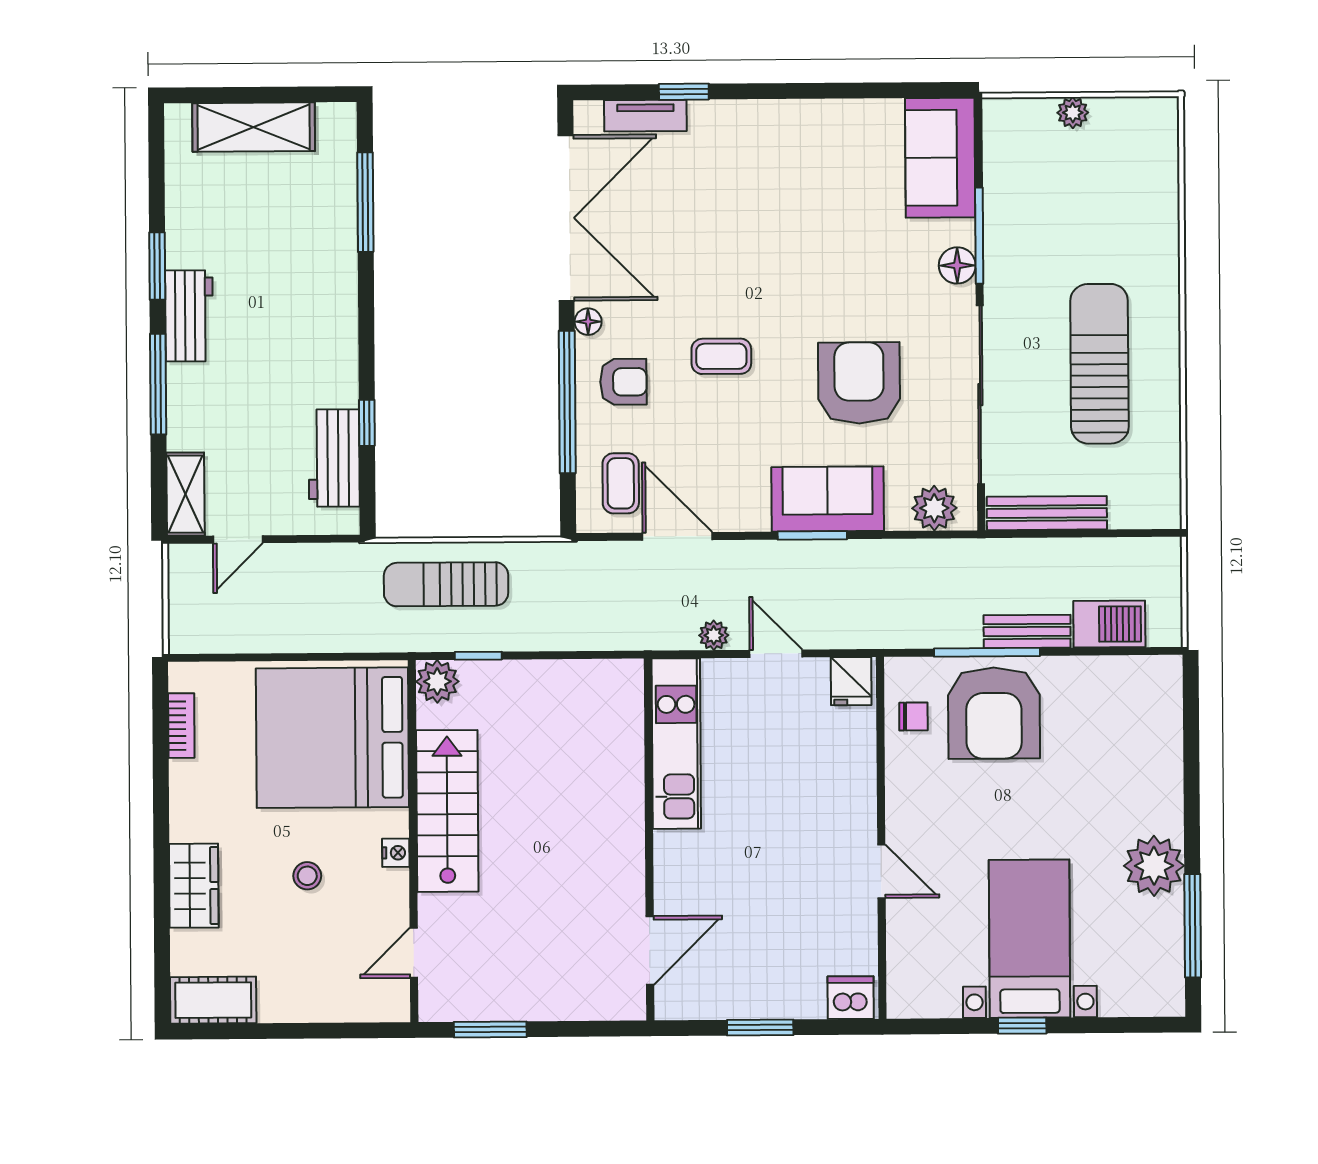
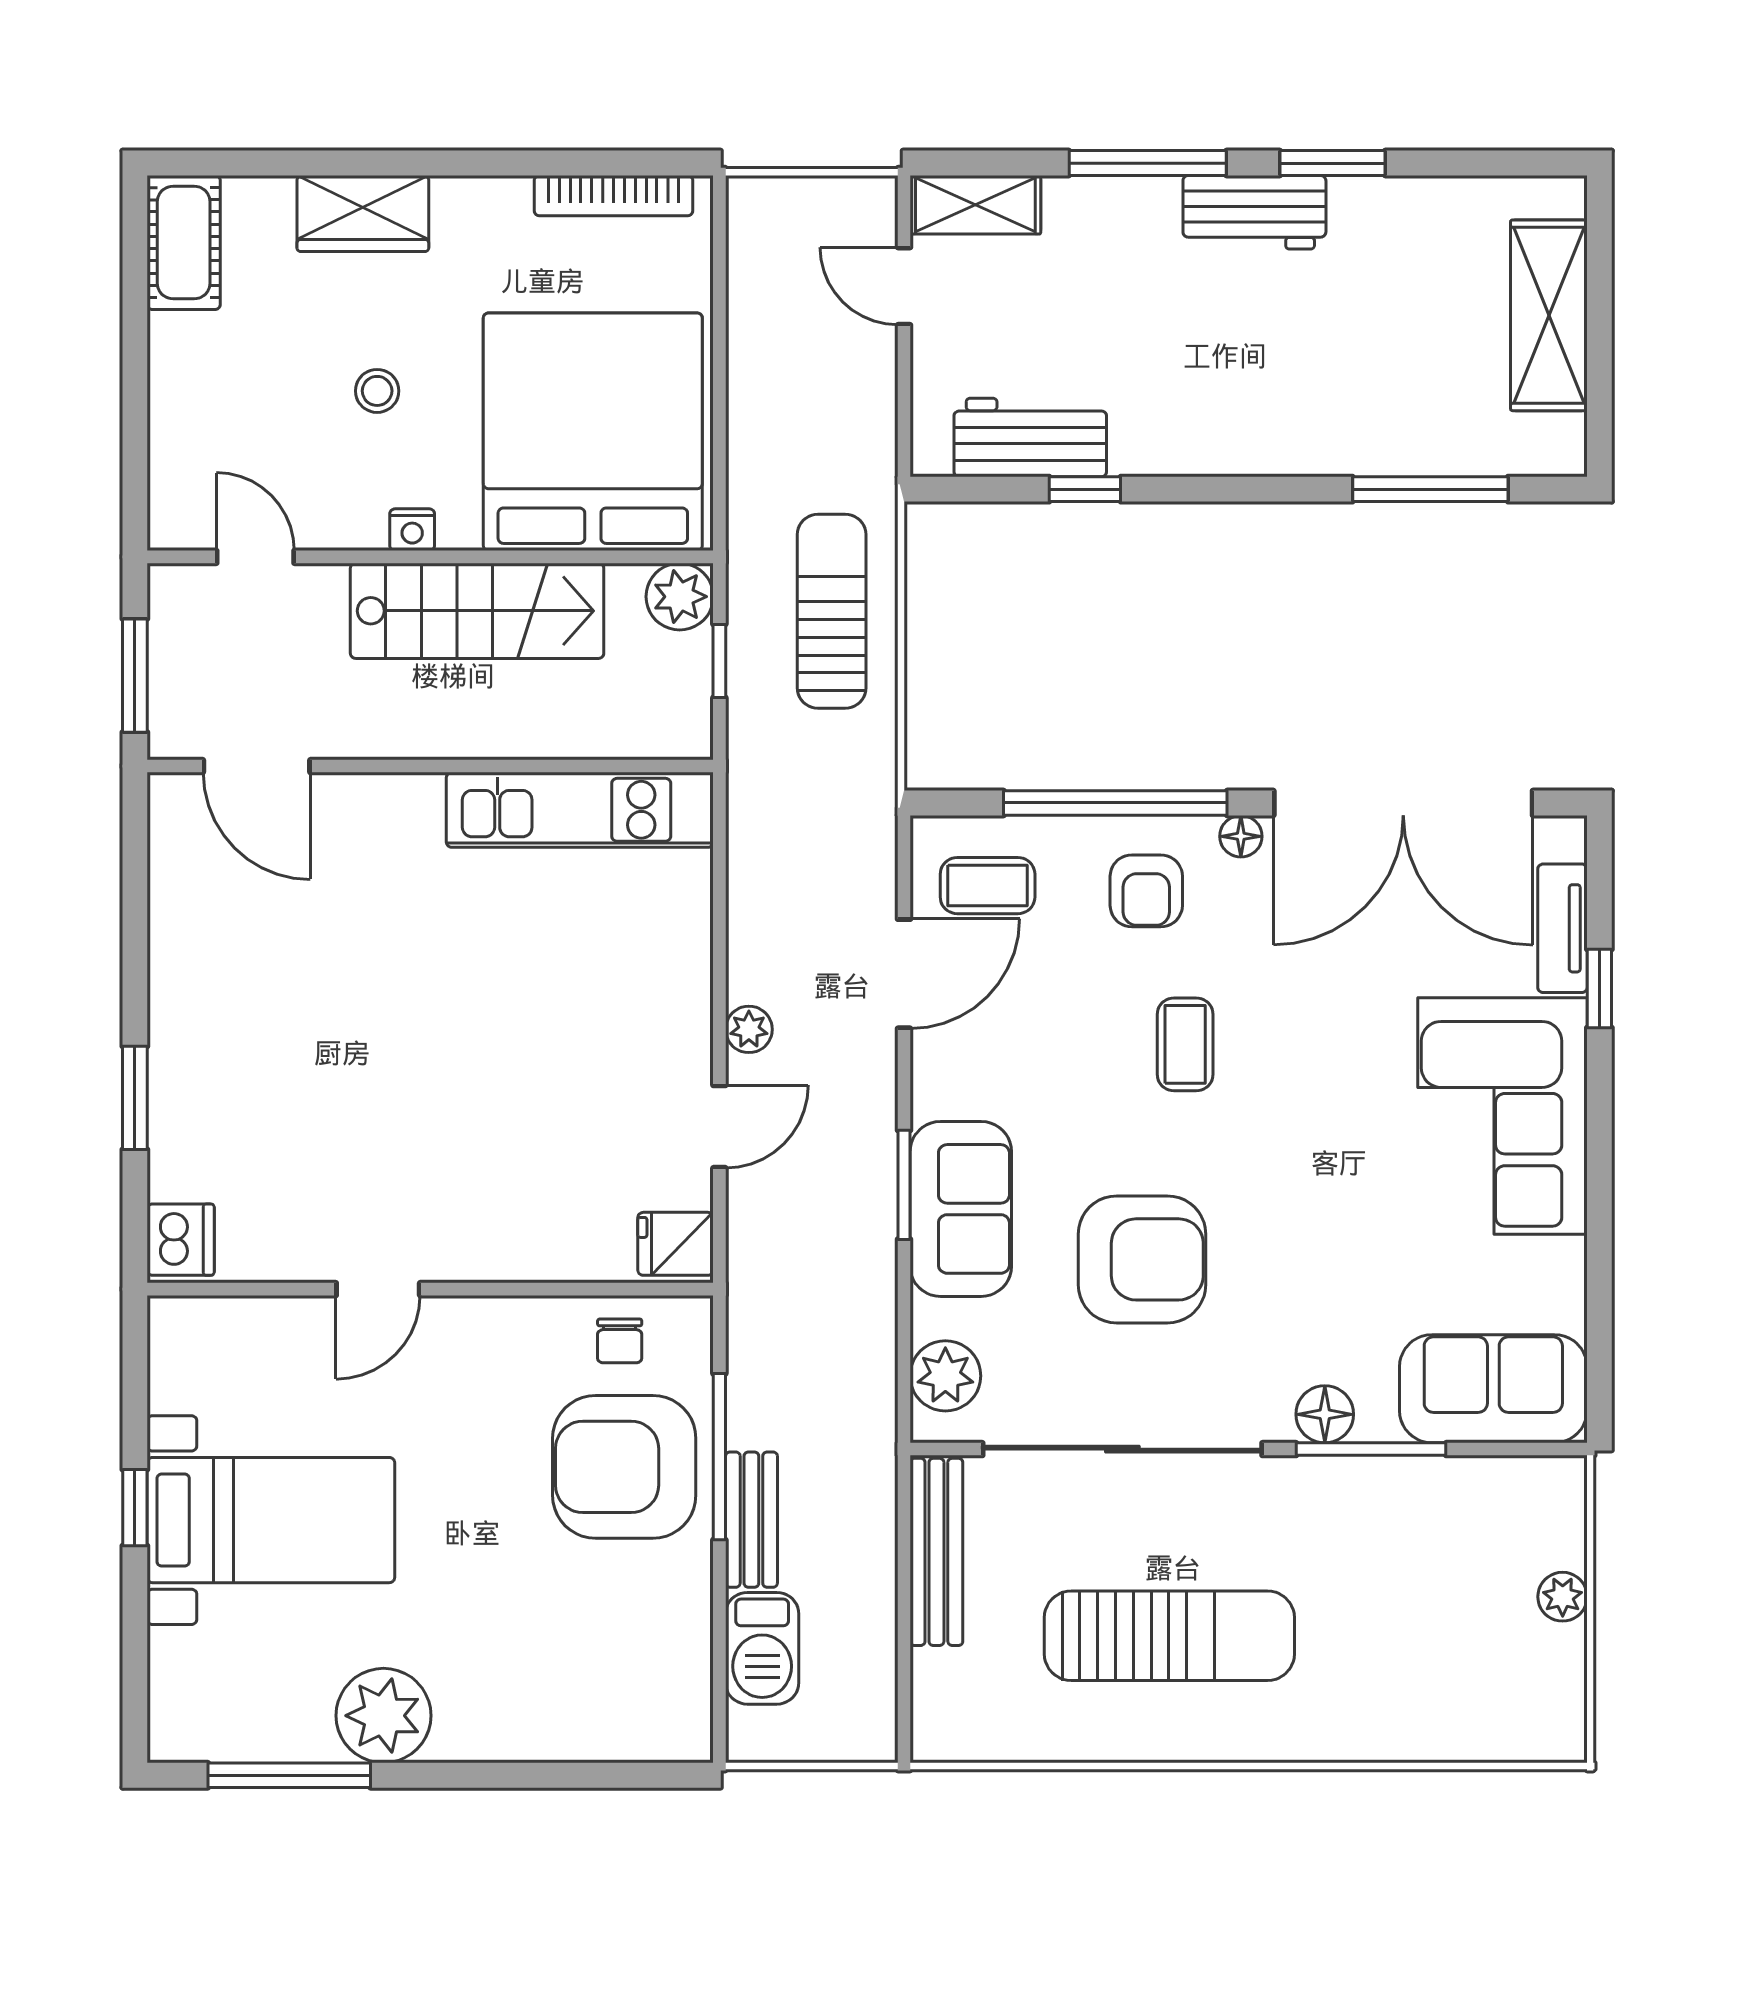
corner sofa: (766, 153) -> (1502, 1116), added
bookcase: (181, 726) -> (614, 196), width x1.56
kitchen unit: (676, 744) -> (580, 810), moved
wall: (649, 839) -> (430, 766), moved
door: (650, 950) -> (257, 766), moved

